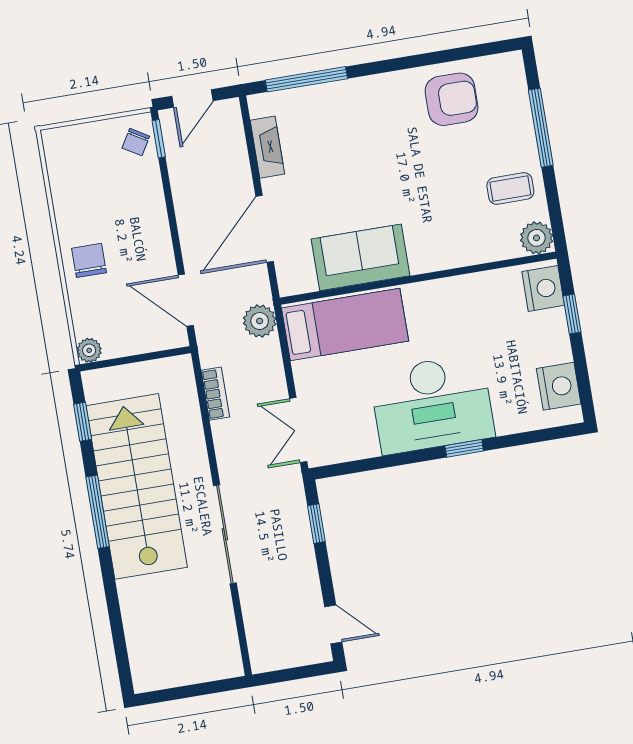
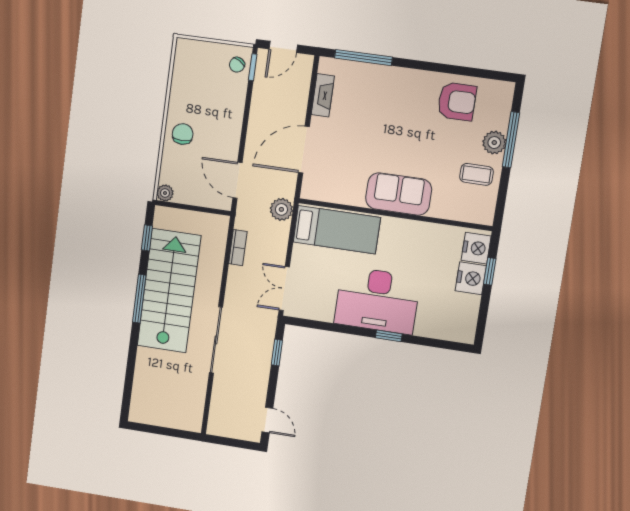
plant: (537, 238) -> (494, 143), moved
sofa: (361, 257) -> (399, 194), moved
nightstand: (559, 386) -> (471, 278), moved

